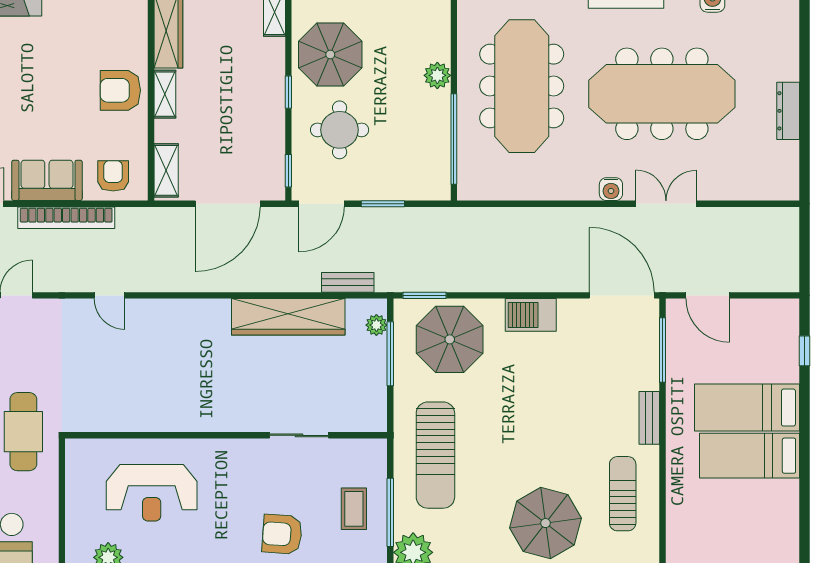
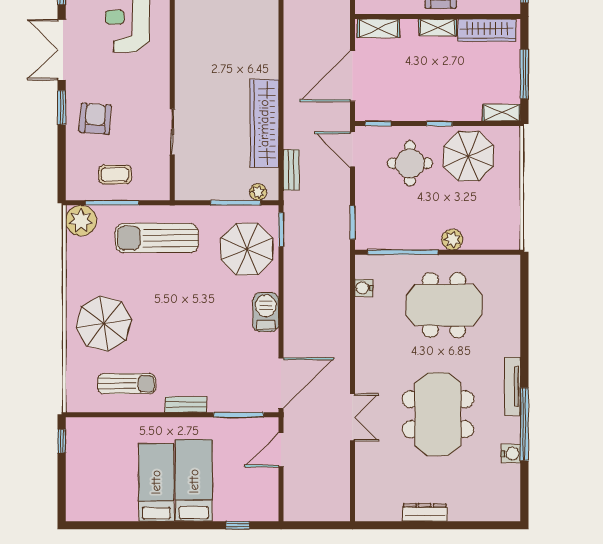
meeting table: (522, 86) -> (444, 305), width x0.73
meeting table: (662, 94) -> (438, 414), width x0.73
water cooler: (611, 189) -> (364, 288), moved
door: (228, 204) -> (352, 76), hinge flipped
window: (383, 204) -> (352, 222), moved

